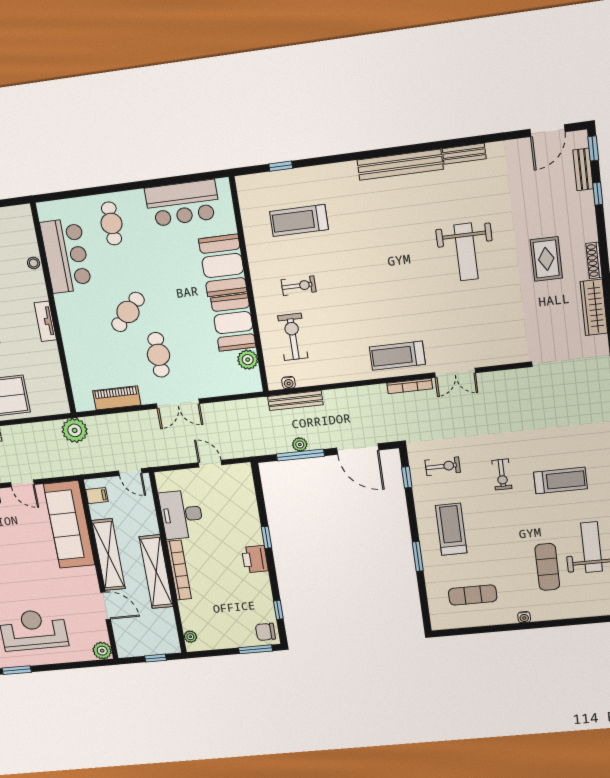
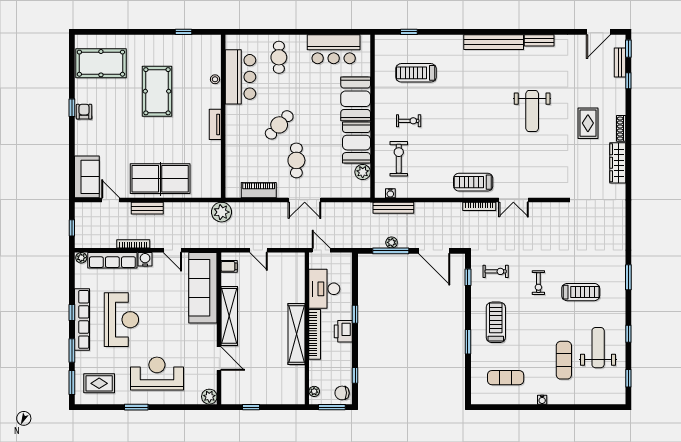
desk: (181, 514) -> (324, 289), moved
wall: (168, 564) -> (307, 328), moved
bookcase: (179, 570) -> (315, 334), moved
shelving: (156, 572) -> (296, 334), moved
plant: (190, 637) -> (314, 391), moved

